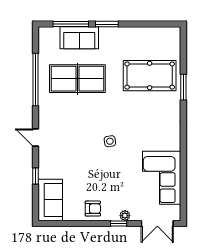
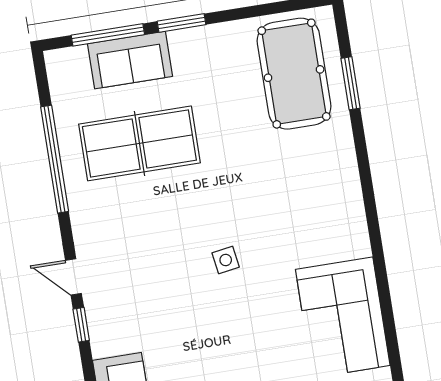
pool table: (150, 76) -> (294, 74), moved, turned 90
window: (183, 87) -> (351, 83), moved
window: (35, 176) -> (81, 325), moved

